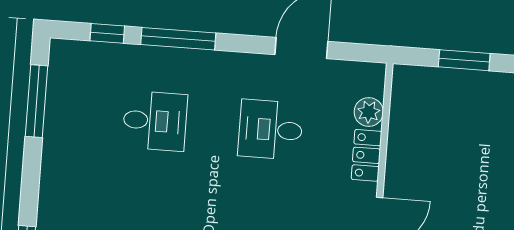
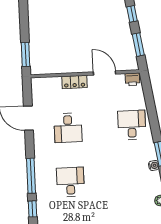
window: (464, 60) -> (25, 54), moved
plant: (369, 112) -> (54, 83), removed

